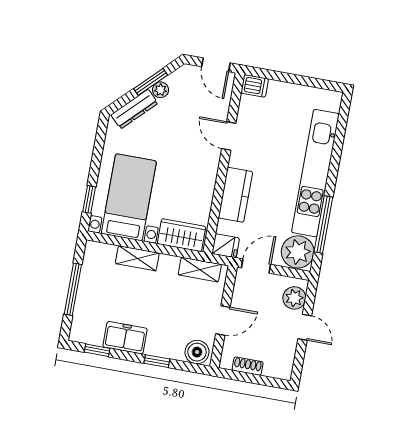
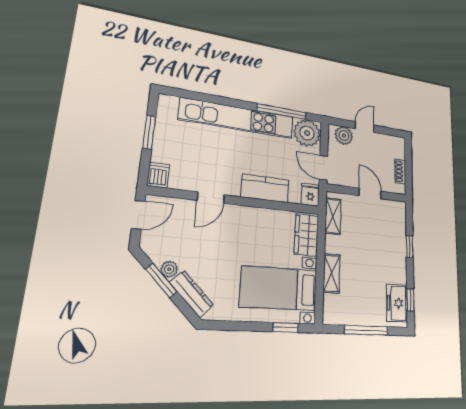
window: (300, 80) -> (149, 132), added
freezer: (125, 338) -> (397, 303), moved
boiler: (197, 352) -> (397, 213), removed

